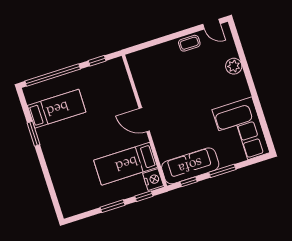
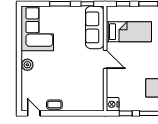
plant: (234, 66) -> (27, 65), moved
sofa: (190, 166) -> (95, 27), moved, turned 90
nightstand: (153, 180) -> (113, 104), moved

